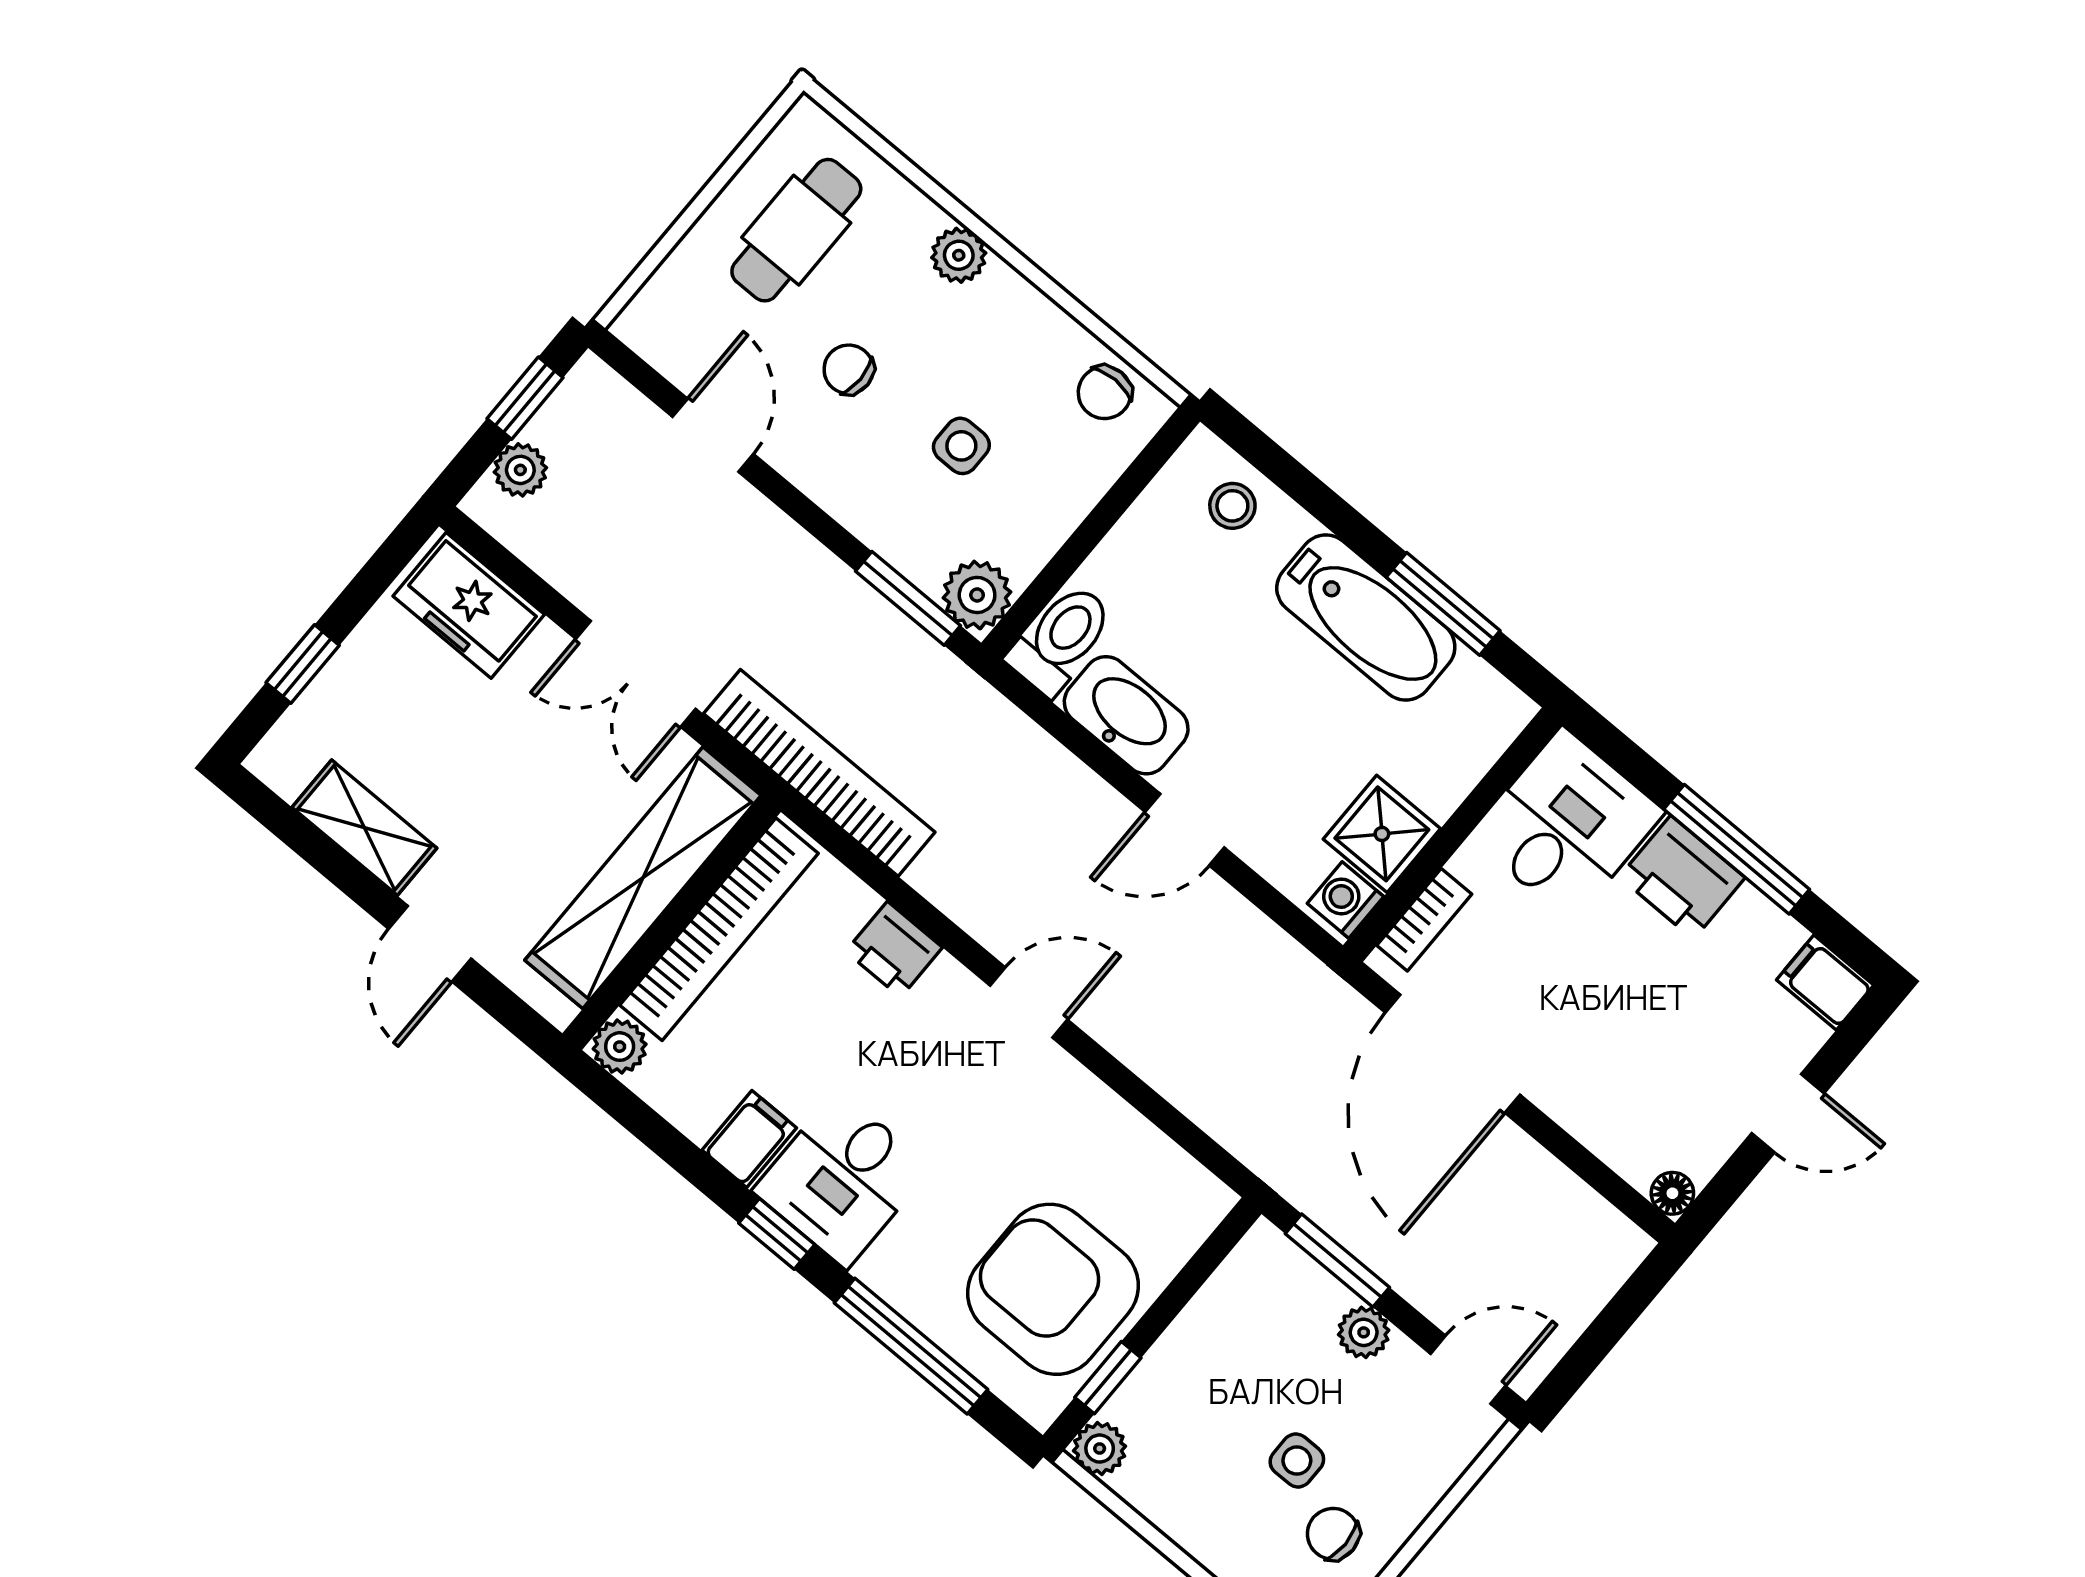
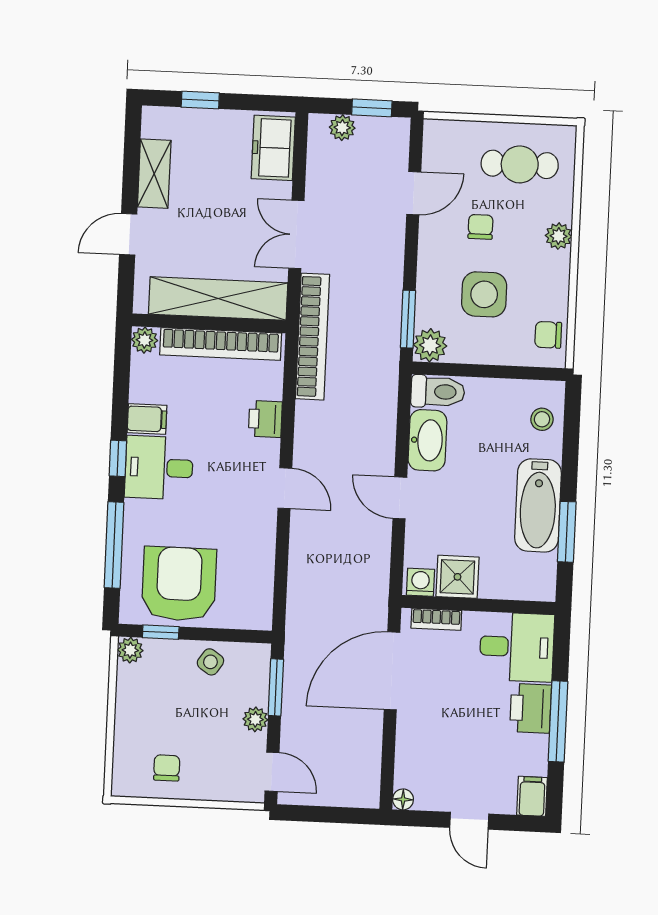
side table: (961, 446) -> (484, 294), width x1.87, depth x1.87
side table: (1297, 1461) -> (210, 662), moved, turned 34

